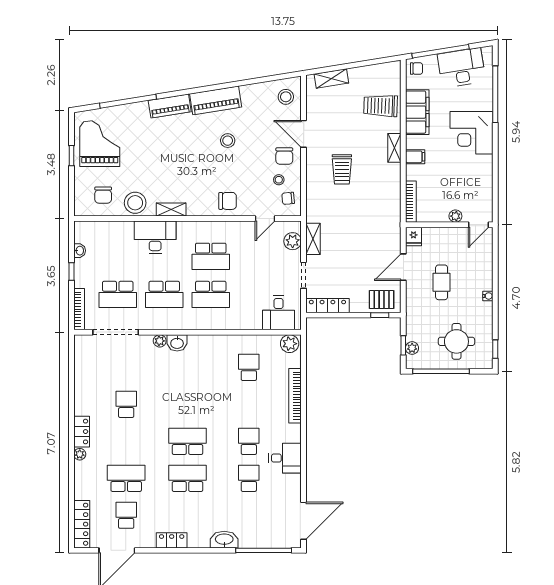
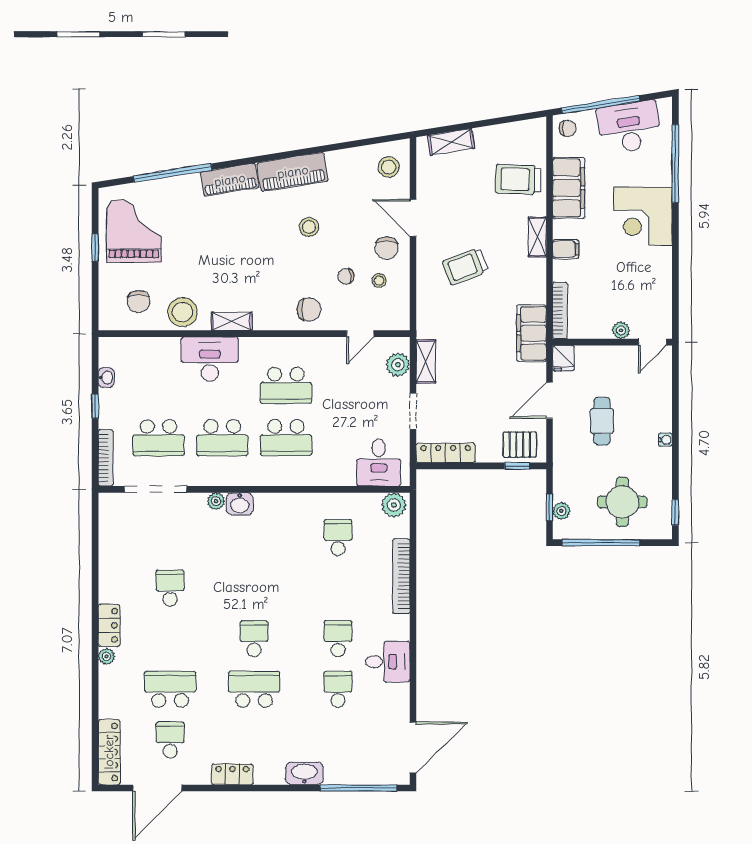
trolley: (342, 169) -> (465, 266), turned 69
chair: (288, 198) -> (346, 276), moved
filing cabinet: (390, 218) -> (532, 333), added
school desk: (188, 441) -> (254, 639), width x0.54

